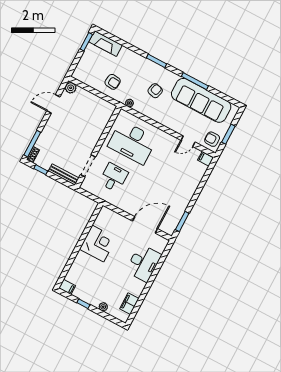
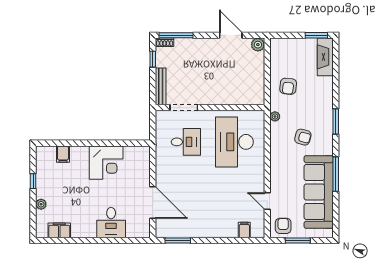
filing cabinet: (205, 159) -> (244, 230), moved
desk: (143, 263) -> (111, 223), width x0.73
filing cabinet: (67, 287) -> (63, 154), moved

